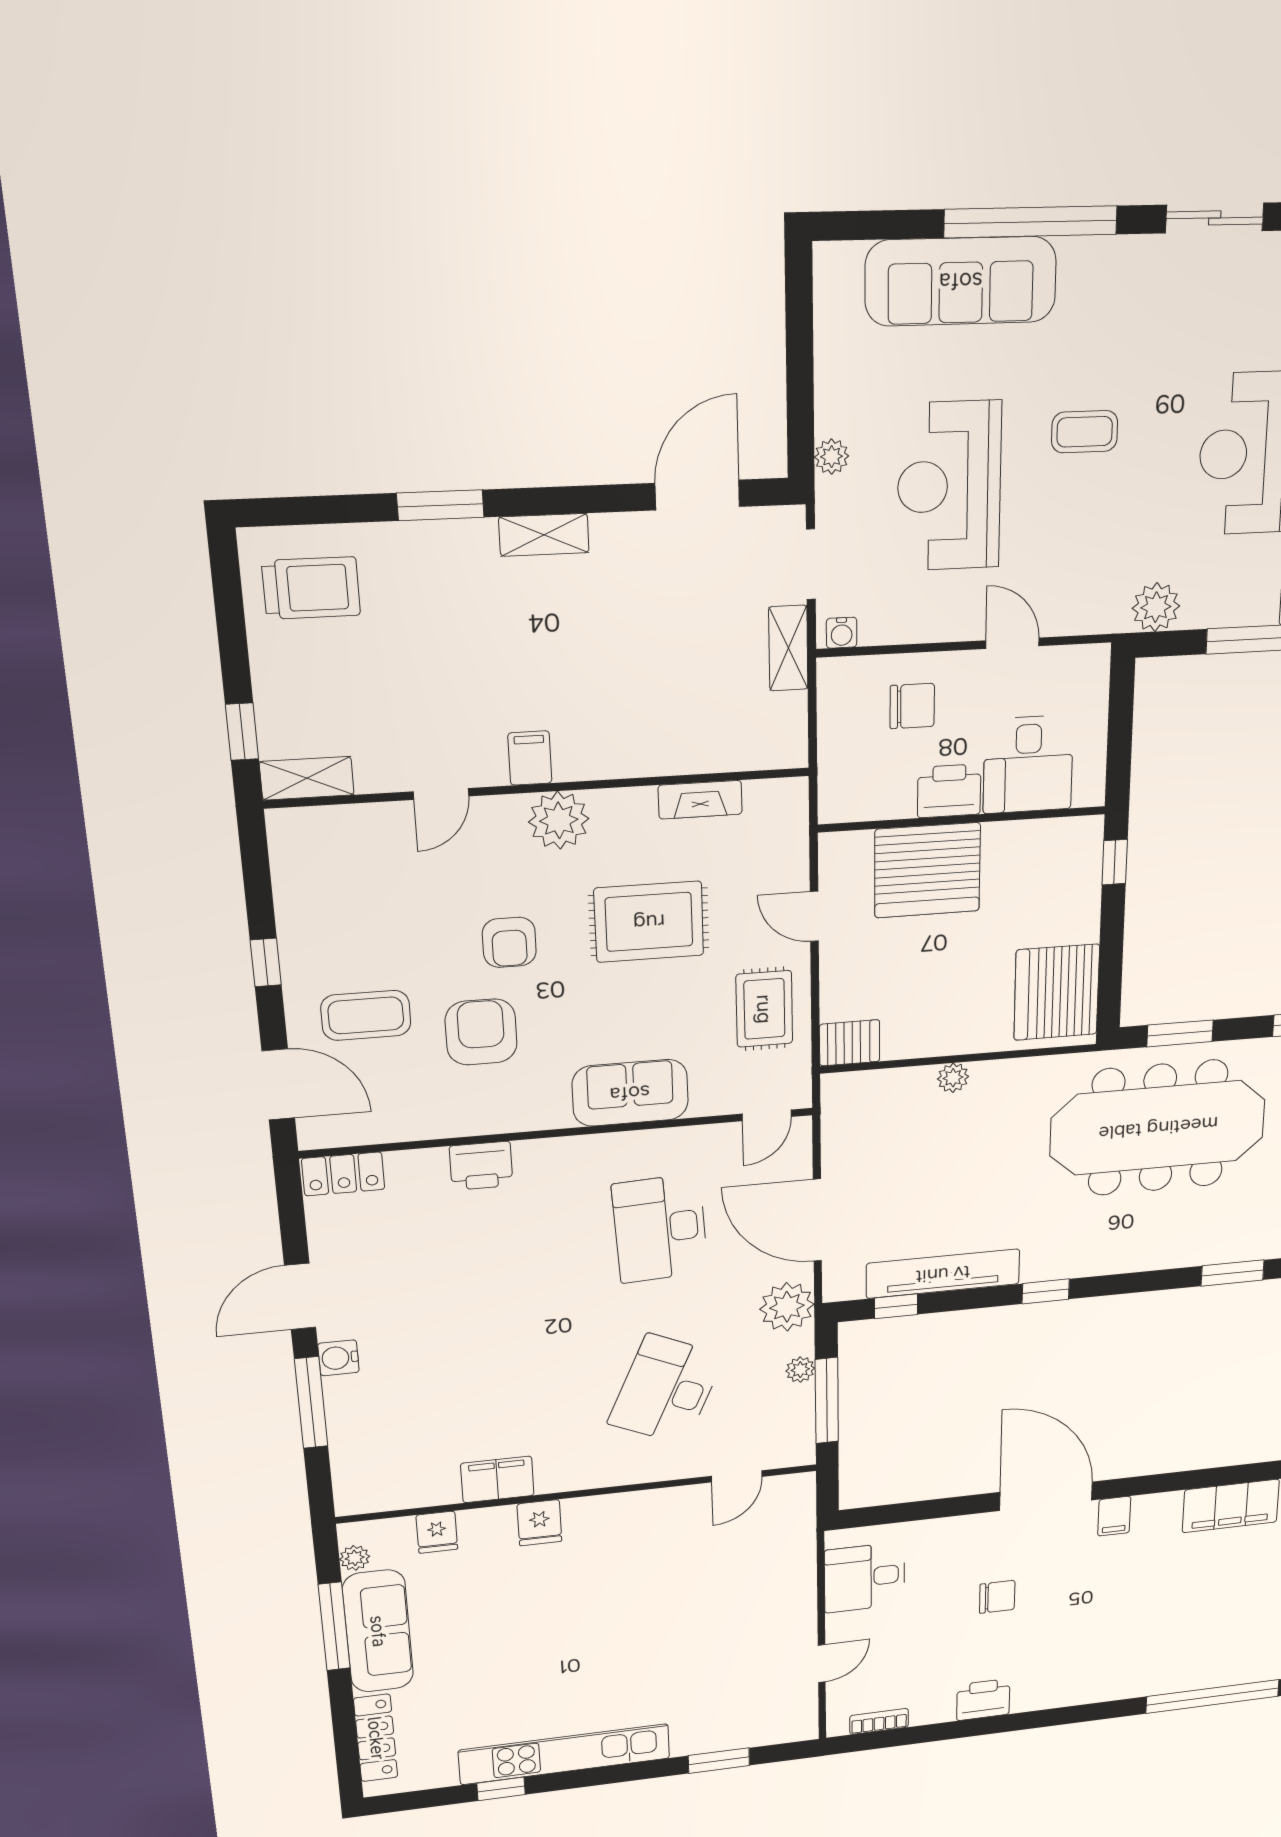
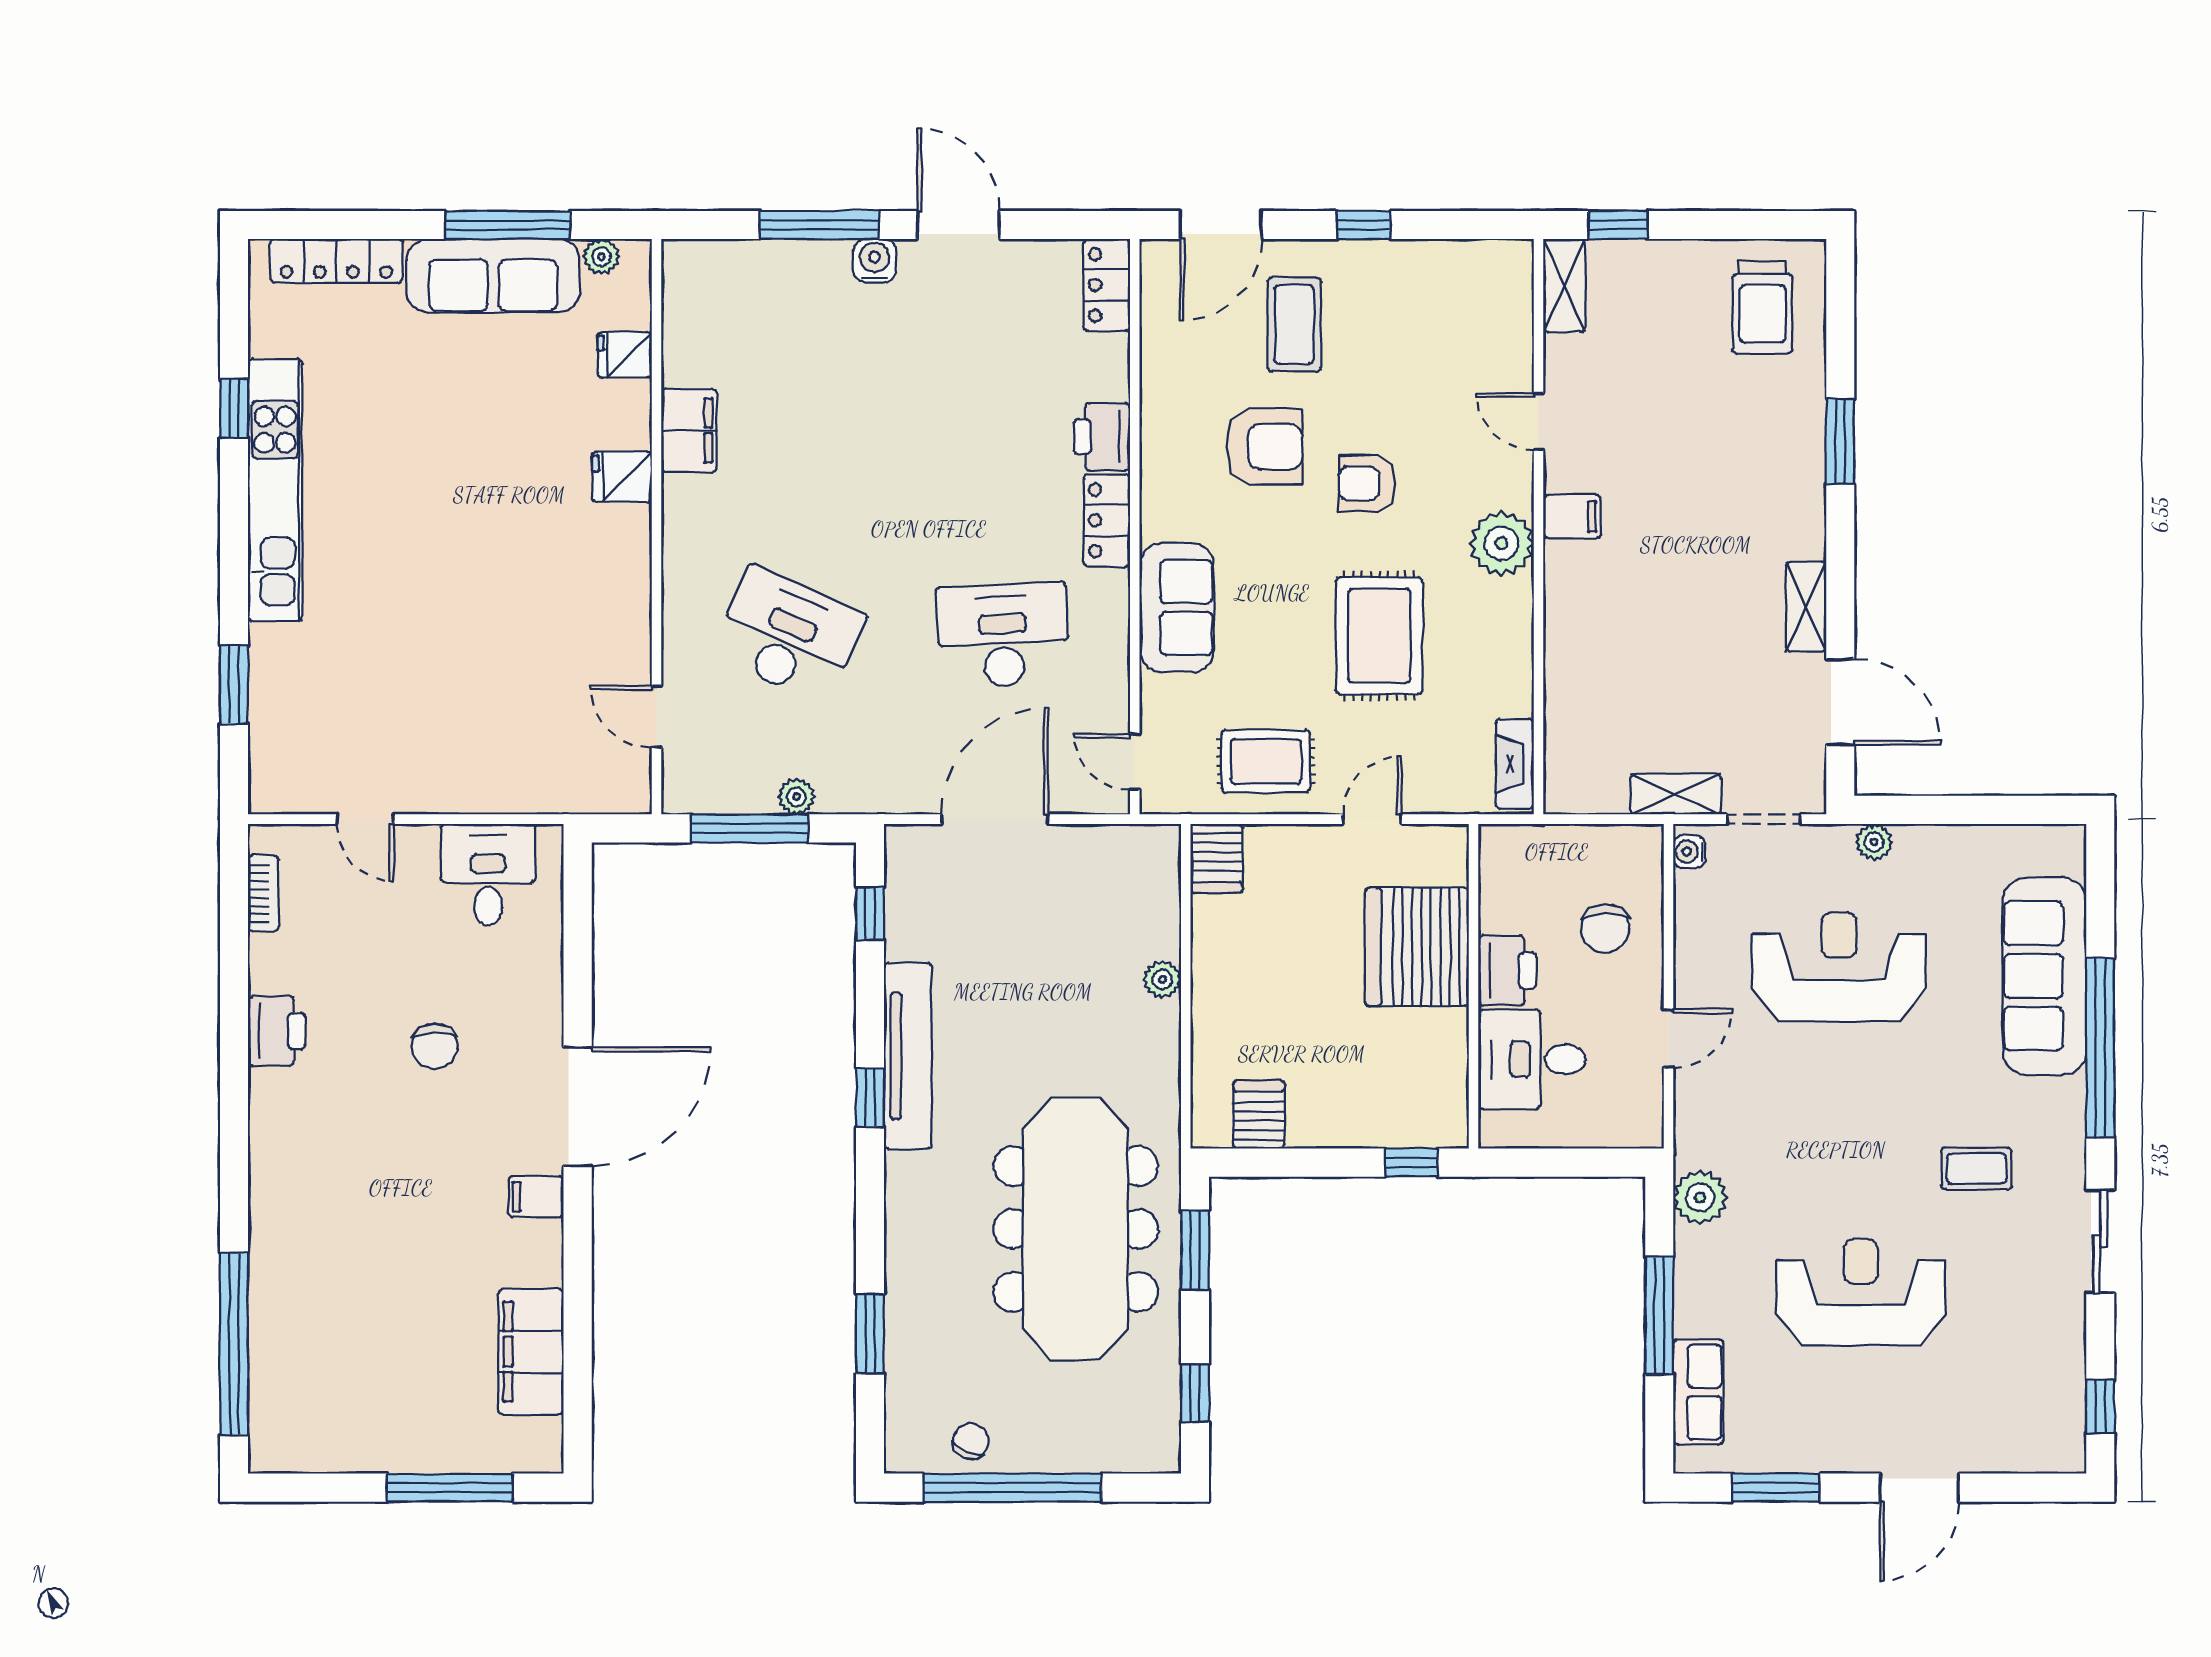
coffee table: (1085, 432) -> (1977, 1169), moved, turned 90
shelving: (544, 535) -> (1806, 607), moved
fireplace: (700, 800) -> (1515, 764), moved
server rack: (1057, 992) -> (1259, 1115), width x0.46, depth x0.70
locker: (556, 1156) -> (1107, 520), added
tv unit: (943, 1274) -> (908, 1056), moved
plant: (787, 1307) -> (884, 782), removed

